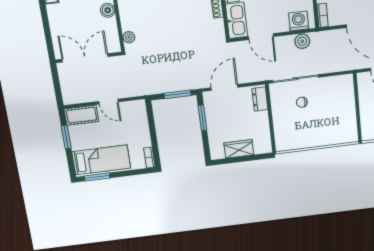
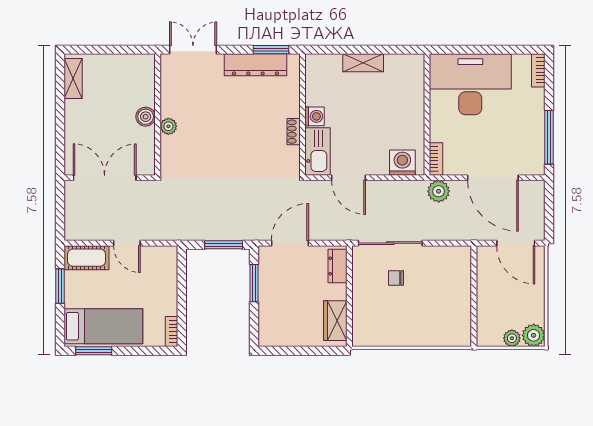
plant: (129, 37) -> (168, 126), moved
plant: (302, 41) -> (439, 191), moved
wardrobe: (239, 149) -> (335, 321), moved, turned -90

